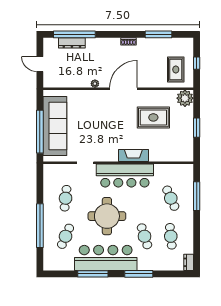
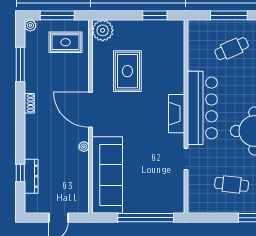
window: (74, 34) -> (20, 173), width x0.32
plant: (189, 42) -> (30, 25), added
window: (197, 63) -> (57, 15), width x2.17
sofa: (55, 126) -> (107, 175), moved, turned 90
window: (197, 128) -> (155, 15), moved
fireplace: (133, 156) -> (177, 114), moved

